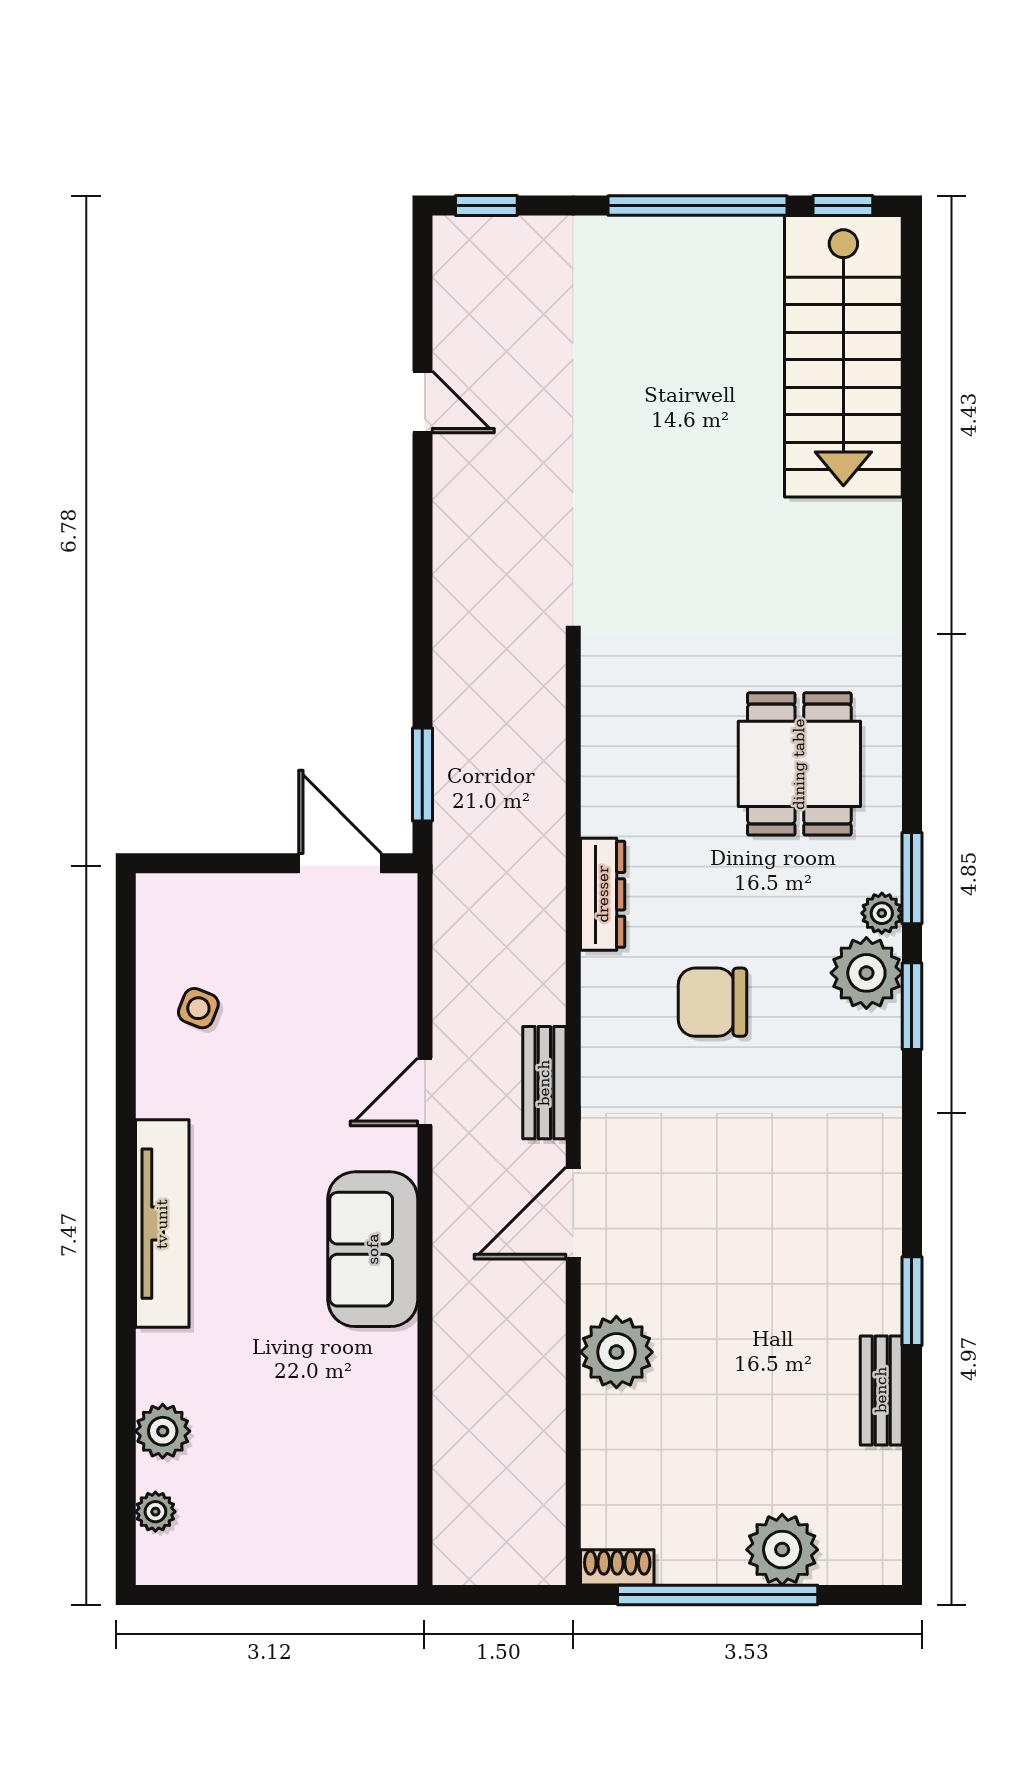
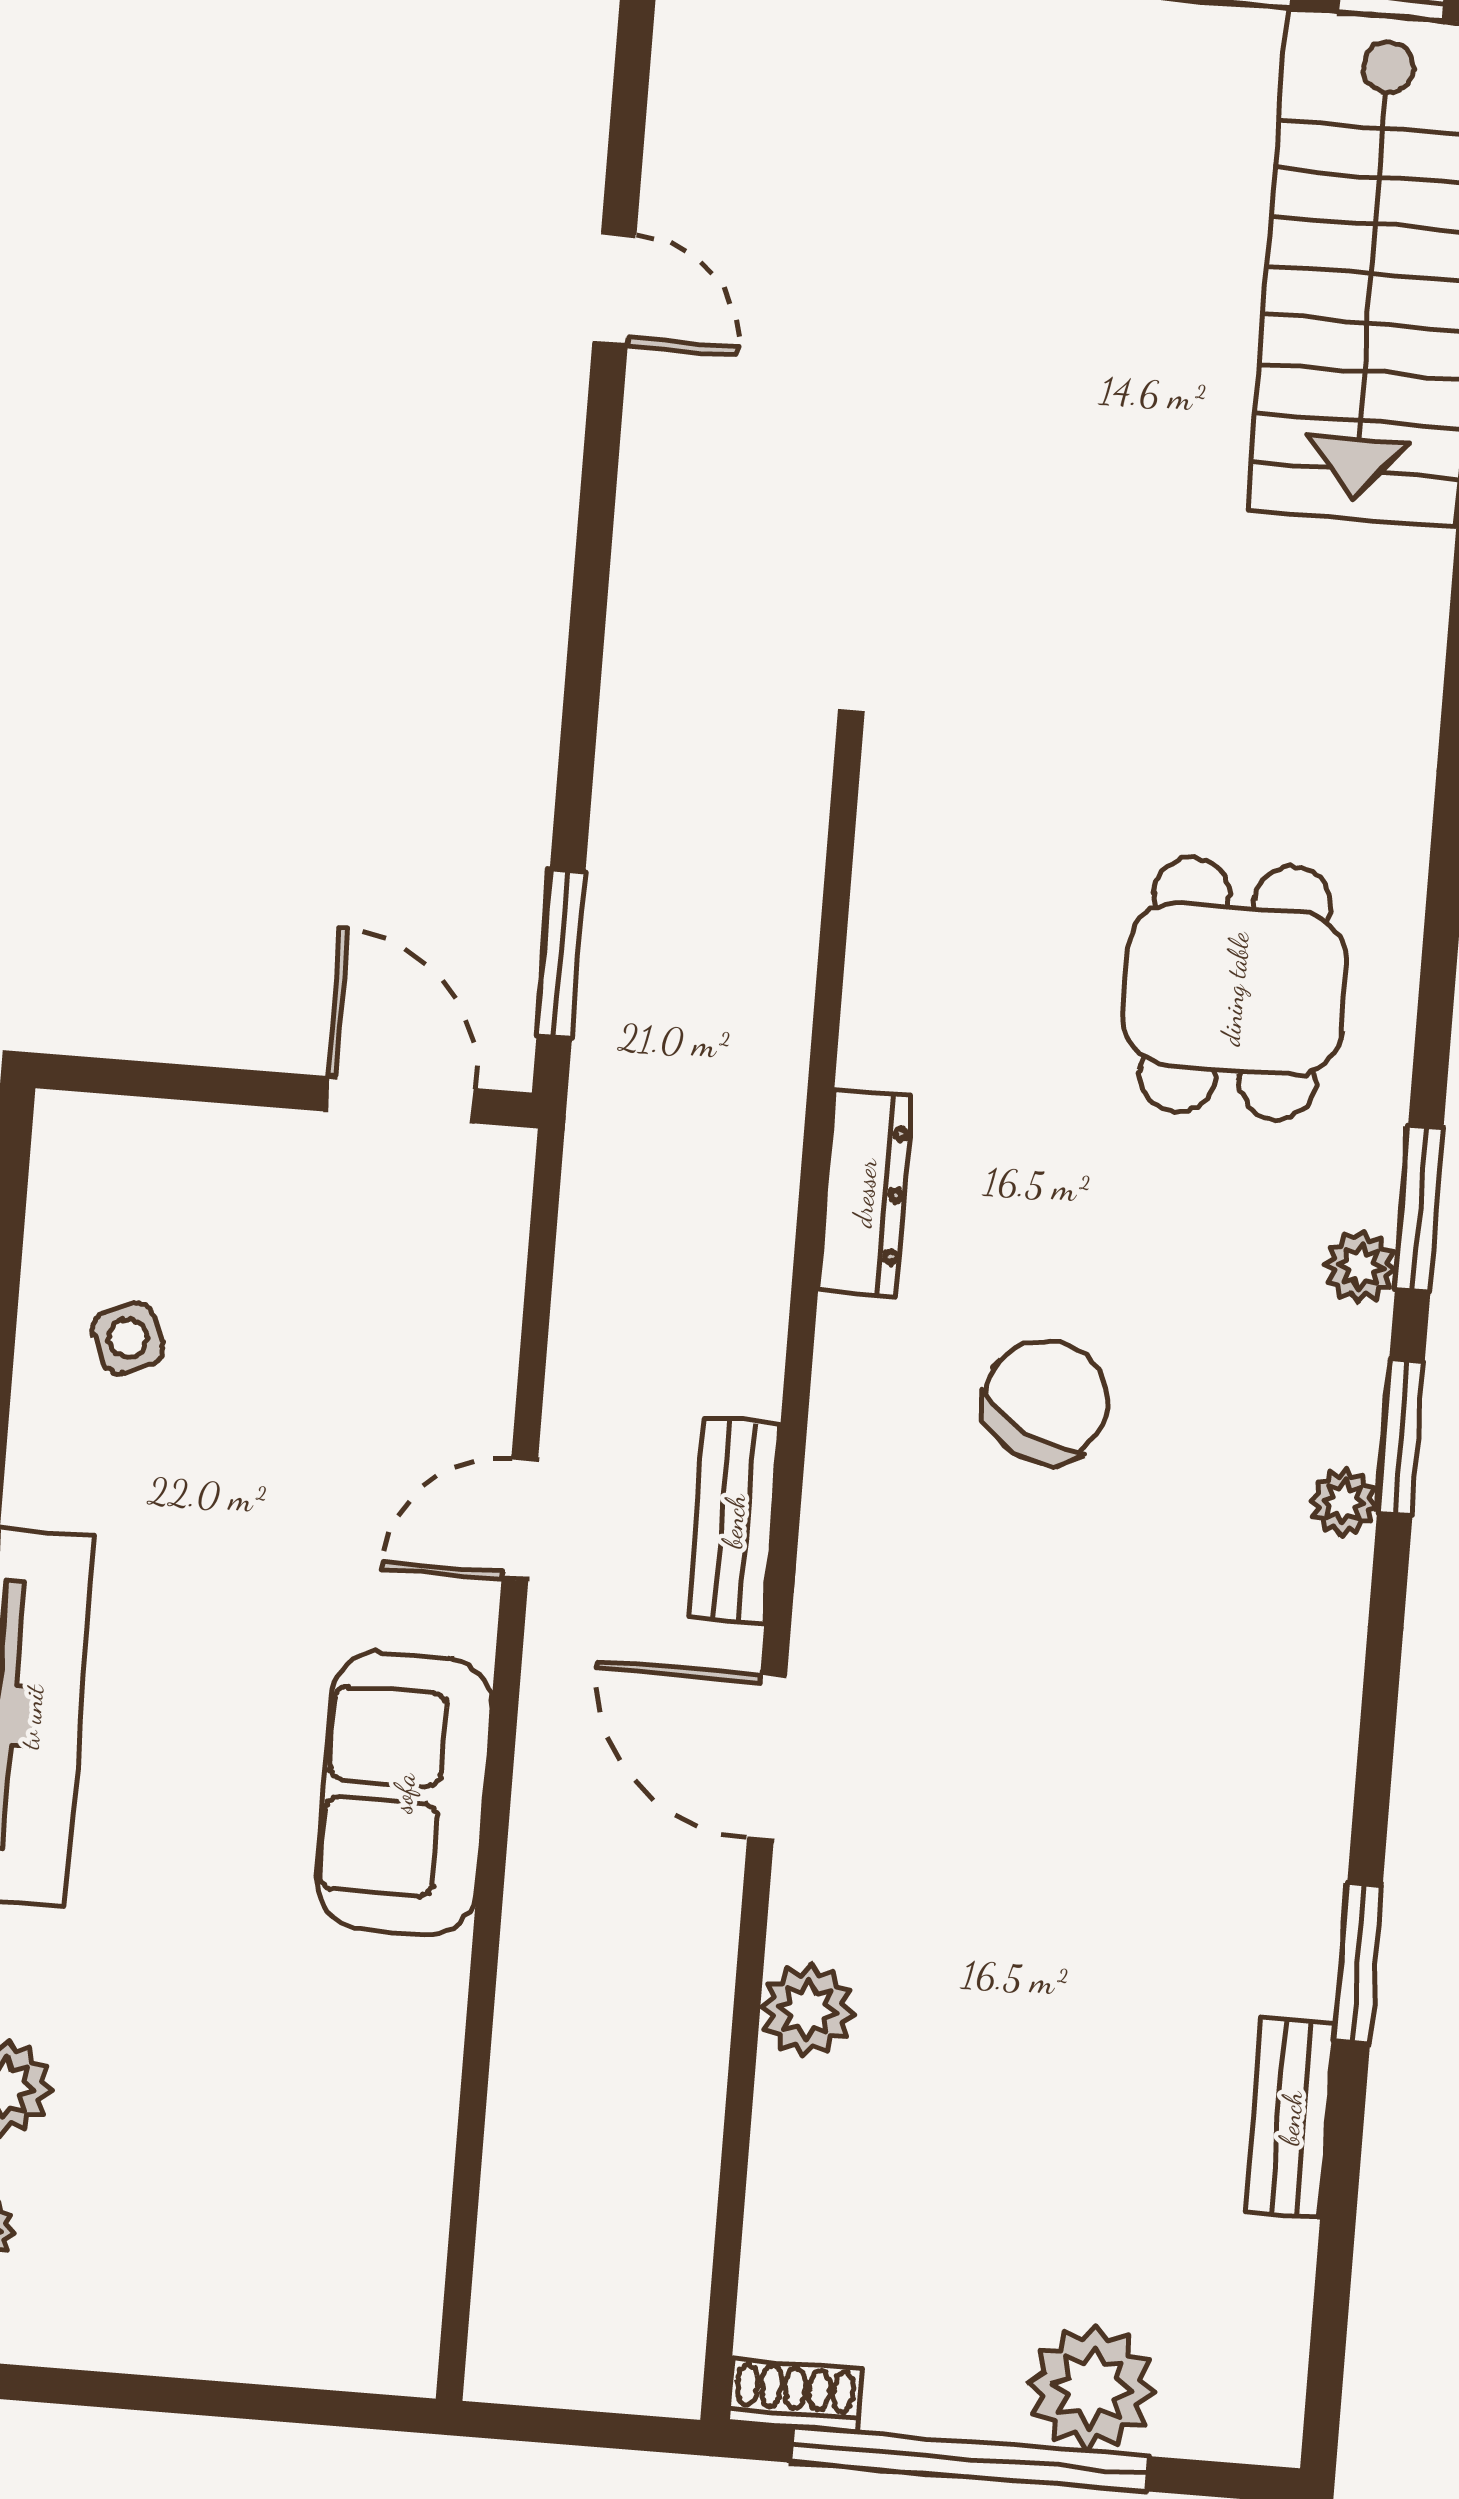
plant: (866, 973) -> (1344, 1502), moved, width x0.53, depth x0.53
chair: (712, 1002) -> (1046, 1401), turned 118
side table: (198, 1008) -> (128, 1338), turned 45
door: (573, 1213) -> (767, 1757), hinge flipped
plant: (616, 1352) -> (807, 2010), width x0.73, depth x0.73

